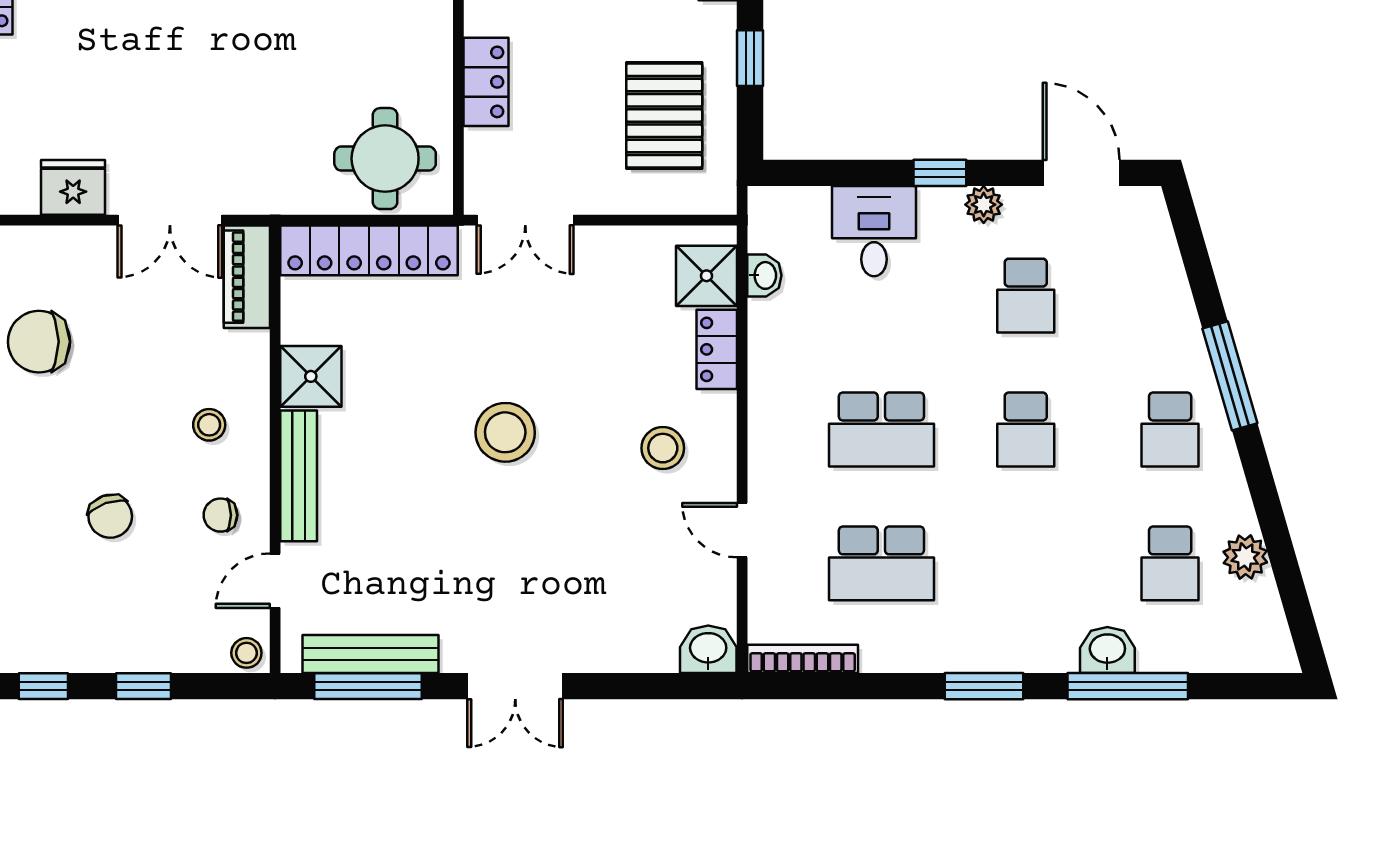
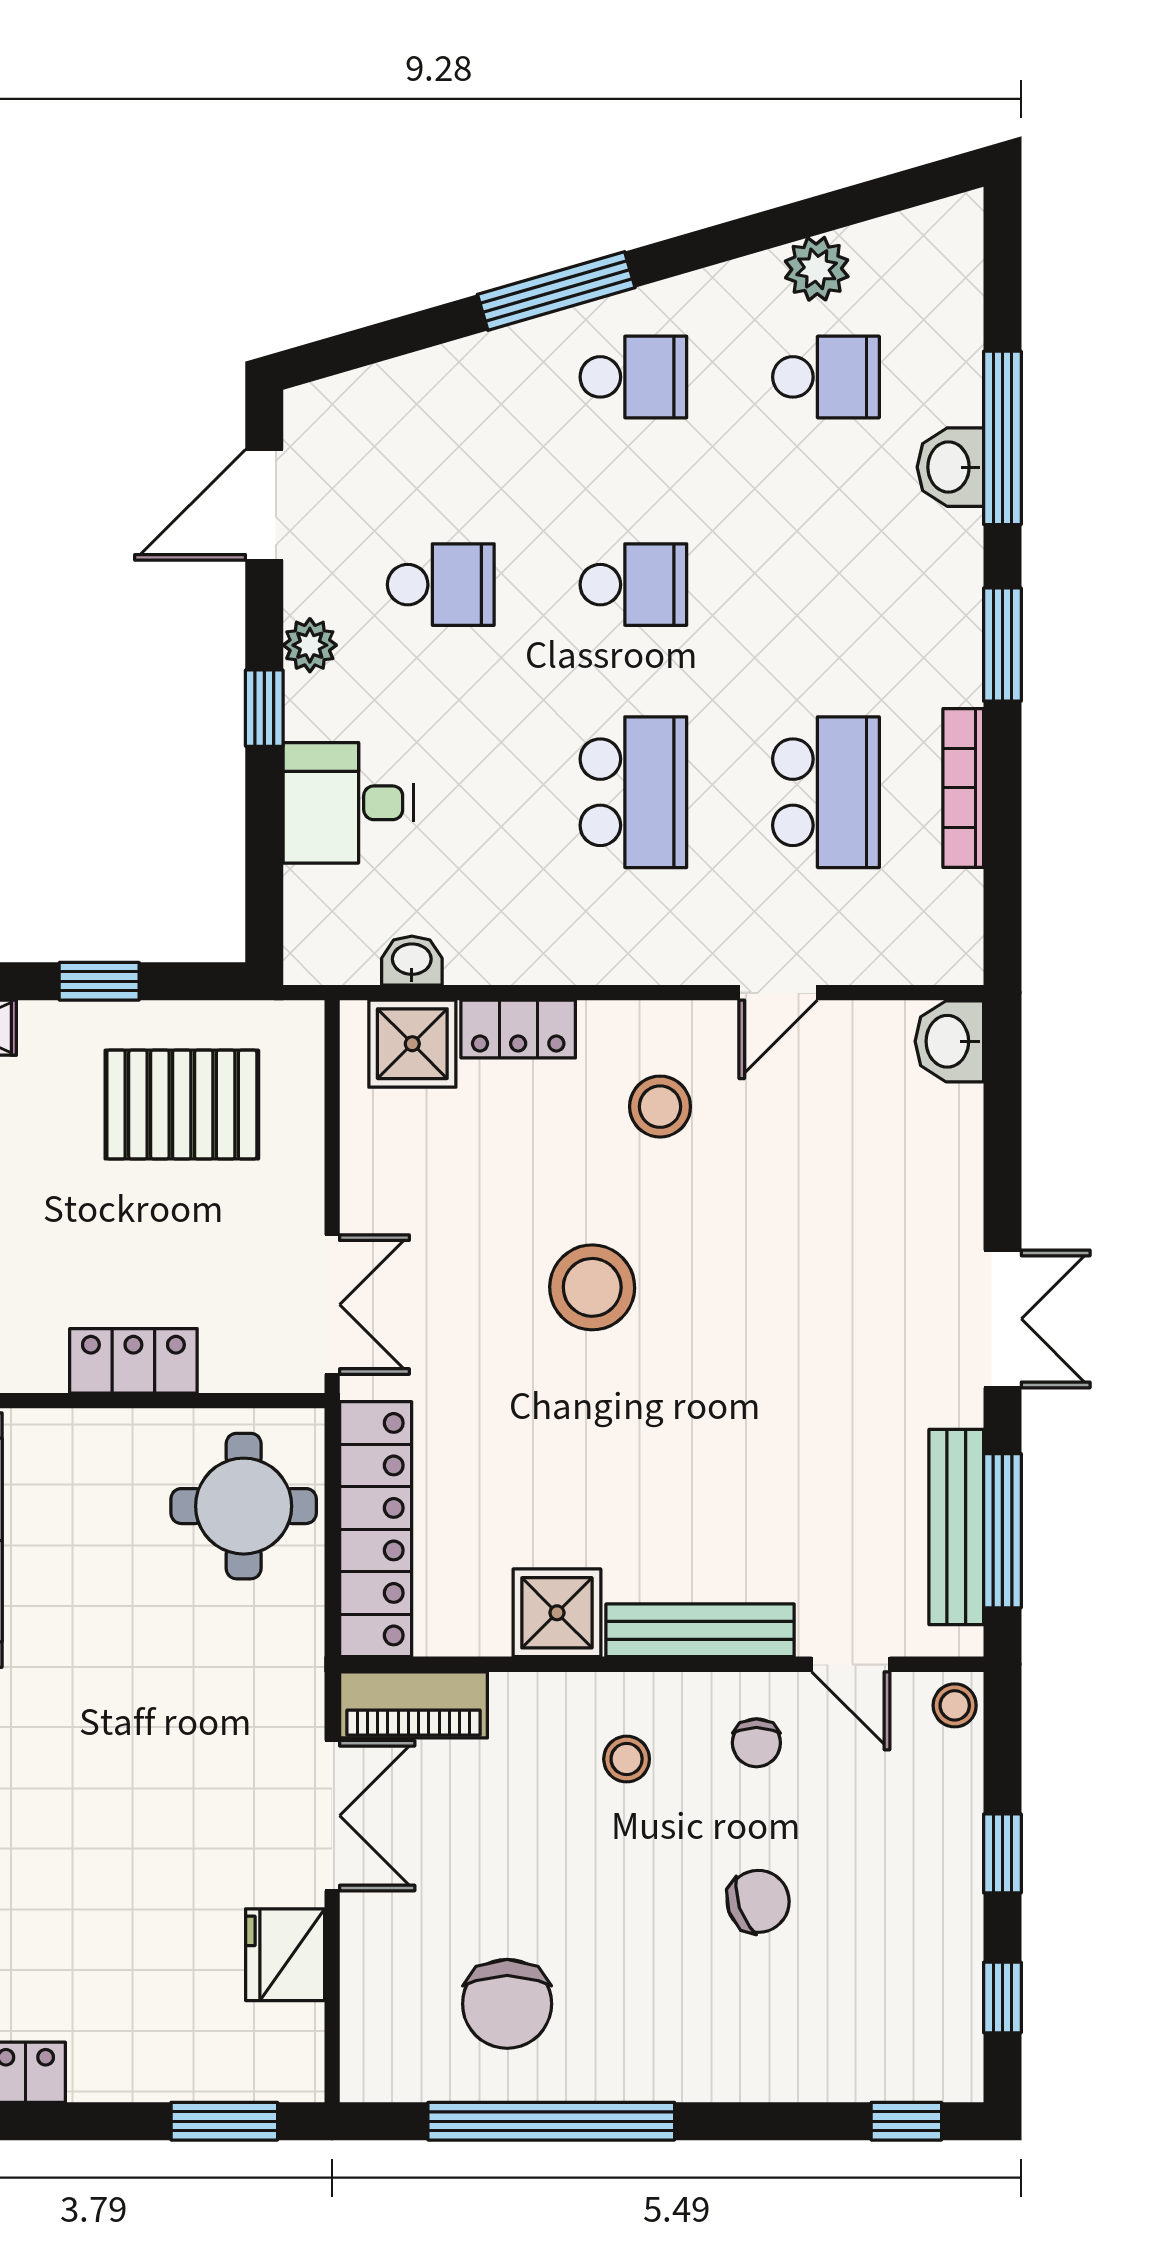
stool: (505, 432) -> (592, 1287), moved
bookcase: (803, 659) -> (963, 788), moved

